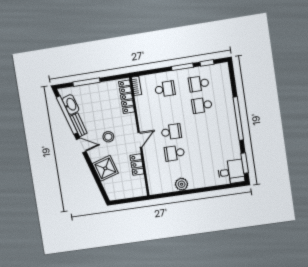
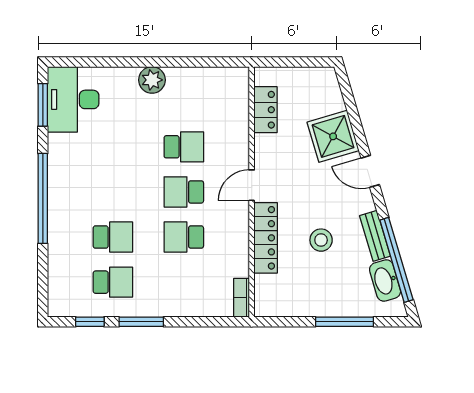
school desk: (165, 89) -> (184, 237), moved
locker: (126, 97) -> (266, 238), moved
stool: (108, 137) -> (321, 240), moved
door: (81, 145) -> (370, 171), moved
locker: (137, 165) -> (266, 110), moved
desk: (231, 172) -> (73, 99), width x1.37
plant: (182, 184) -> (152, 80), moved

